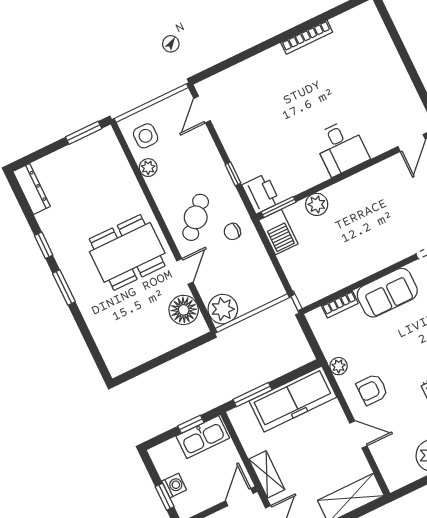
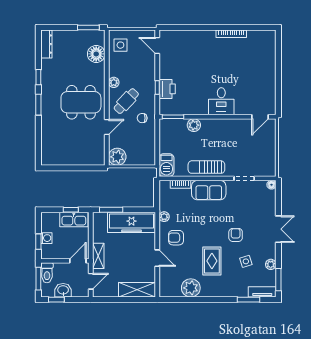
door: (202, 110) -> (157, 45), hinge flipped
plant: (148, 168) -> (114, 82), moved
printer: (261, 194) -> (167, 89), moved
barbecue: (278, 232) -> (166, 165), moved
sun lounger: (367, 259) -> (206, 167), added
floor lamp: (184, 310) -> (96, 54), moved

